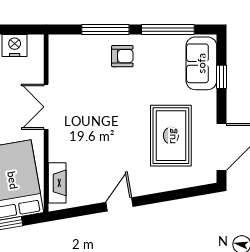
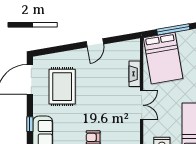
fireplace: (57, 183) -> (135, 74), moved

